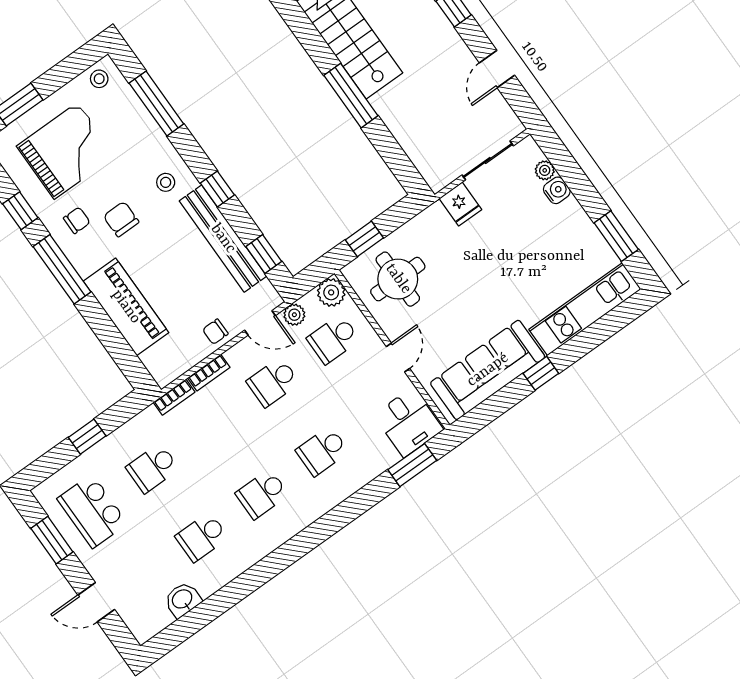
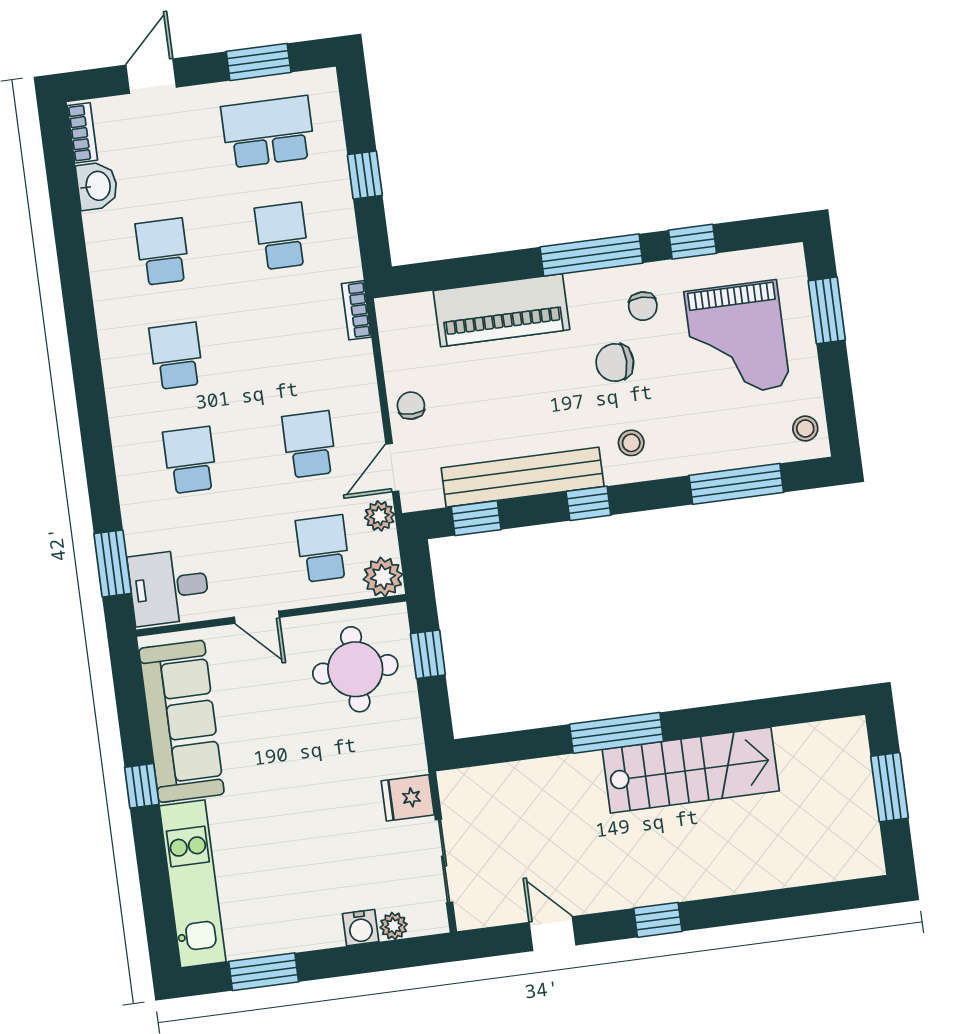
chair: (121, 219) -> (615, 362), turned 180
bookcase: (209, 373) -> (82, 133), moved, turned 180

